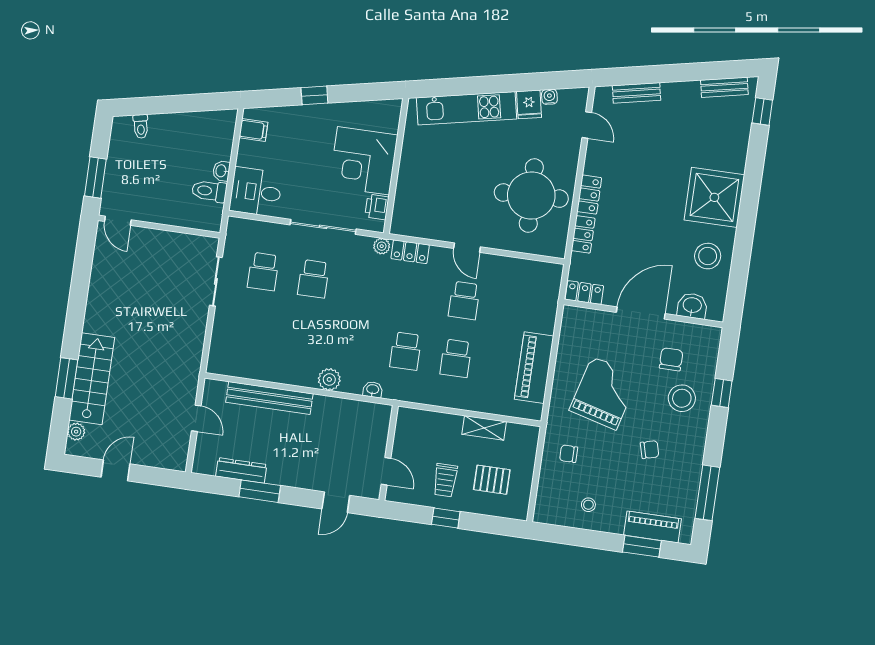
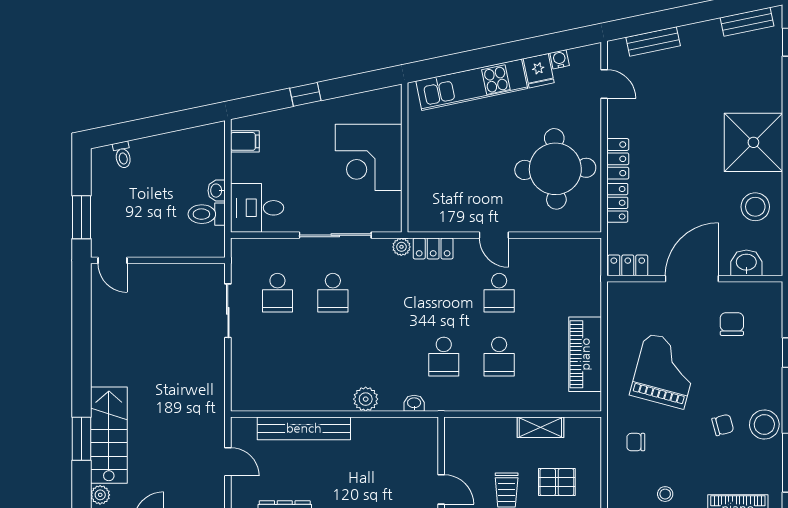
printer: (377, 207) -> (390, 205), removed
stool: (682, 398) -> (764, 425), moved

